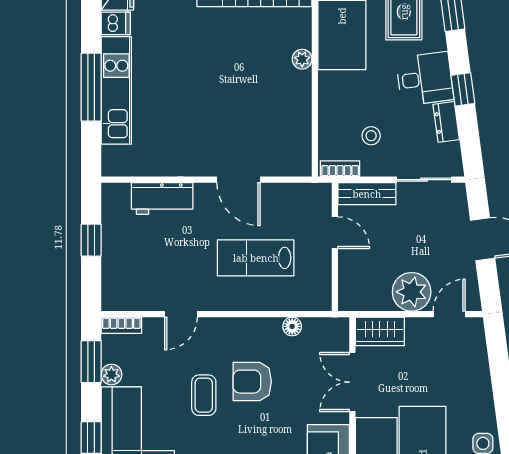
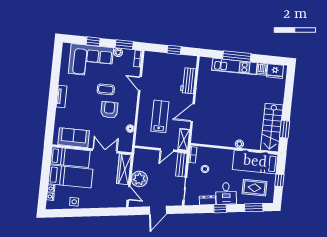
shelving: (306, 194) -> (184, 140), added
wardrobe: (380, 331) -> (124, 169), width x1.50

